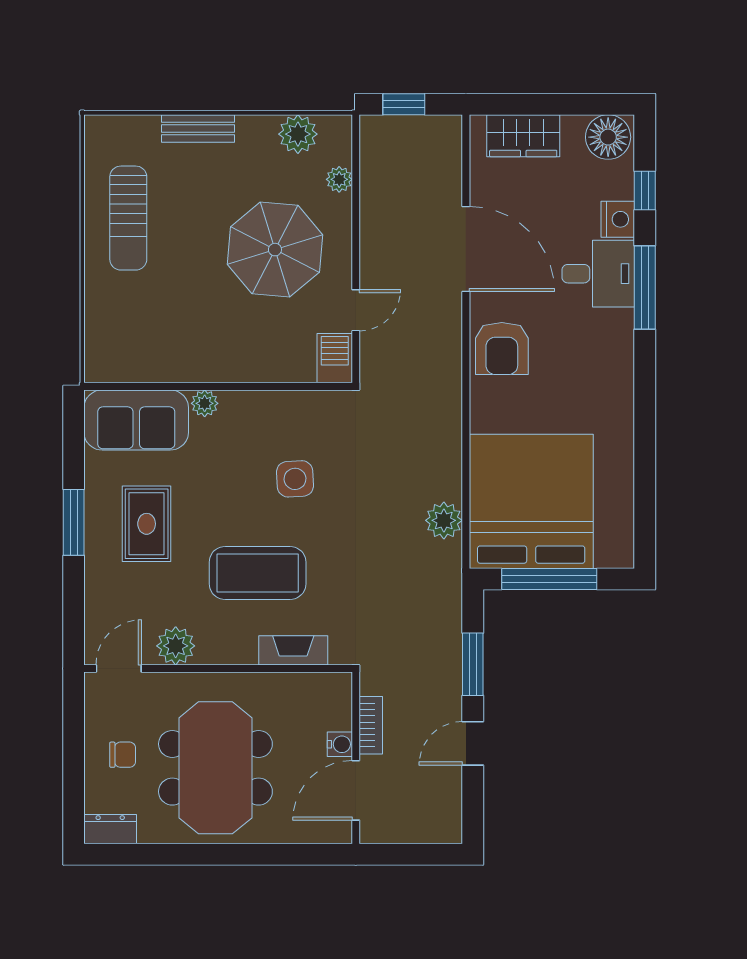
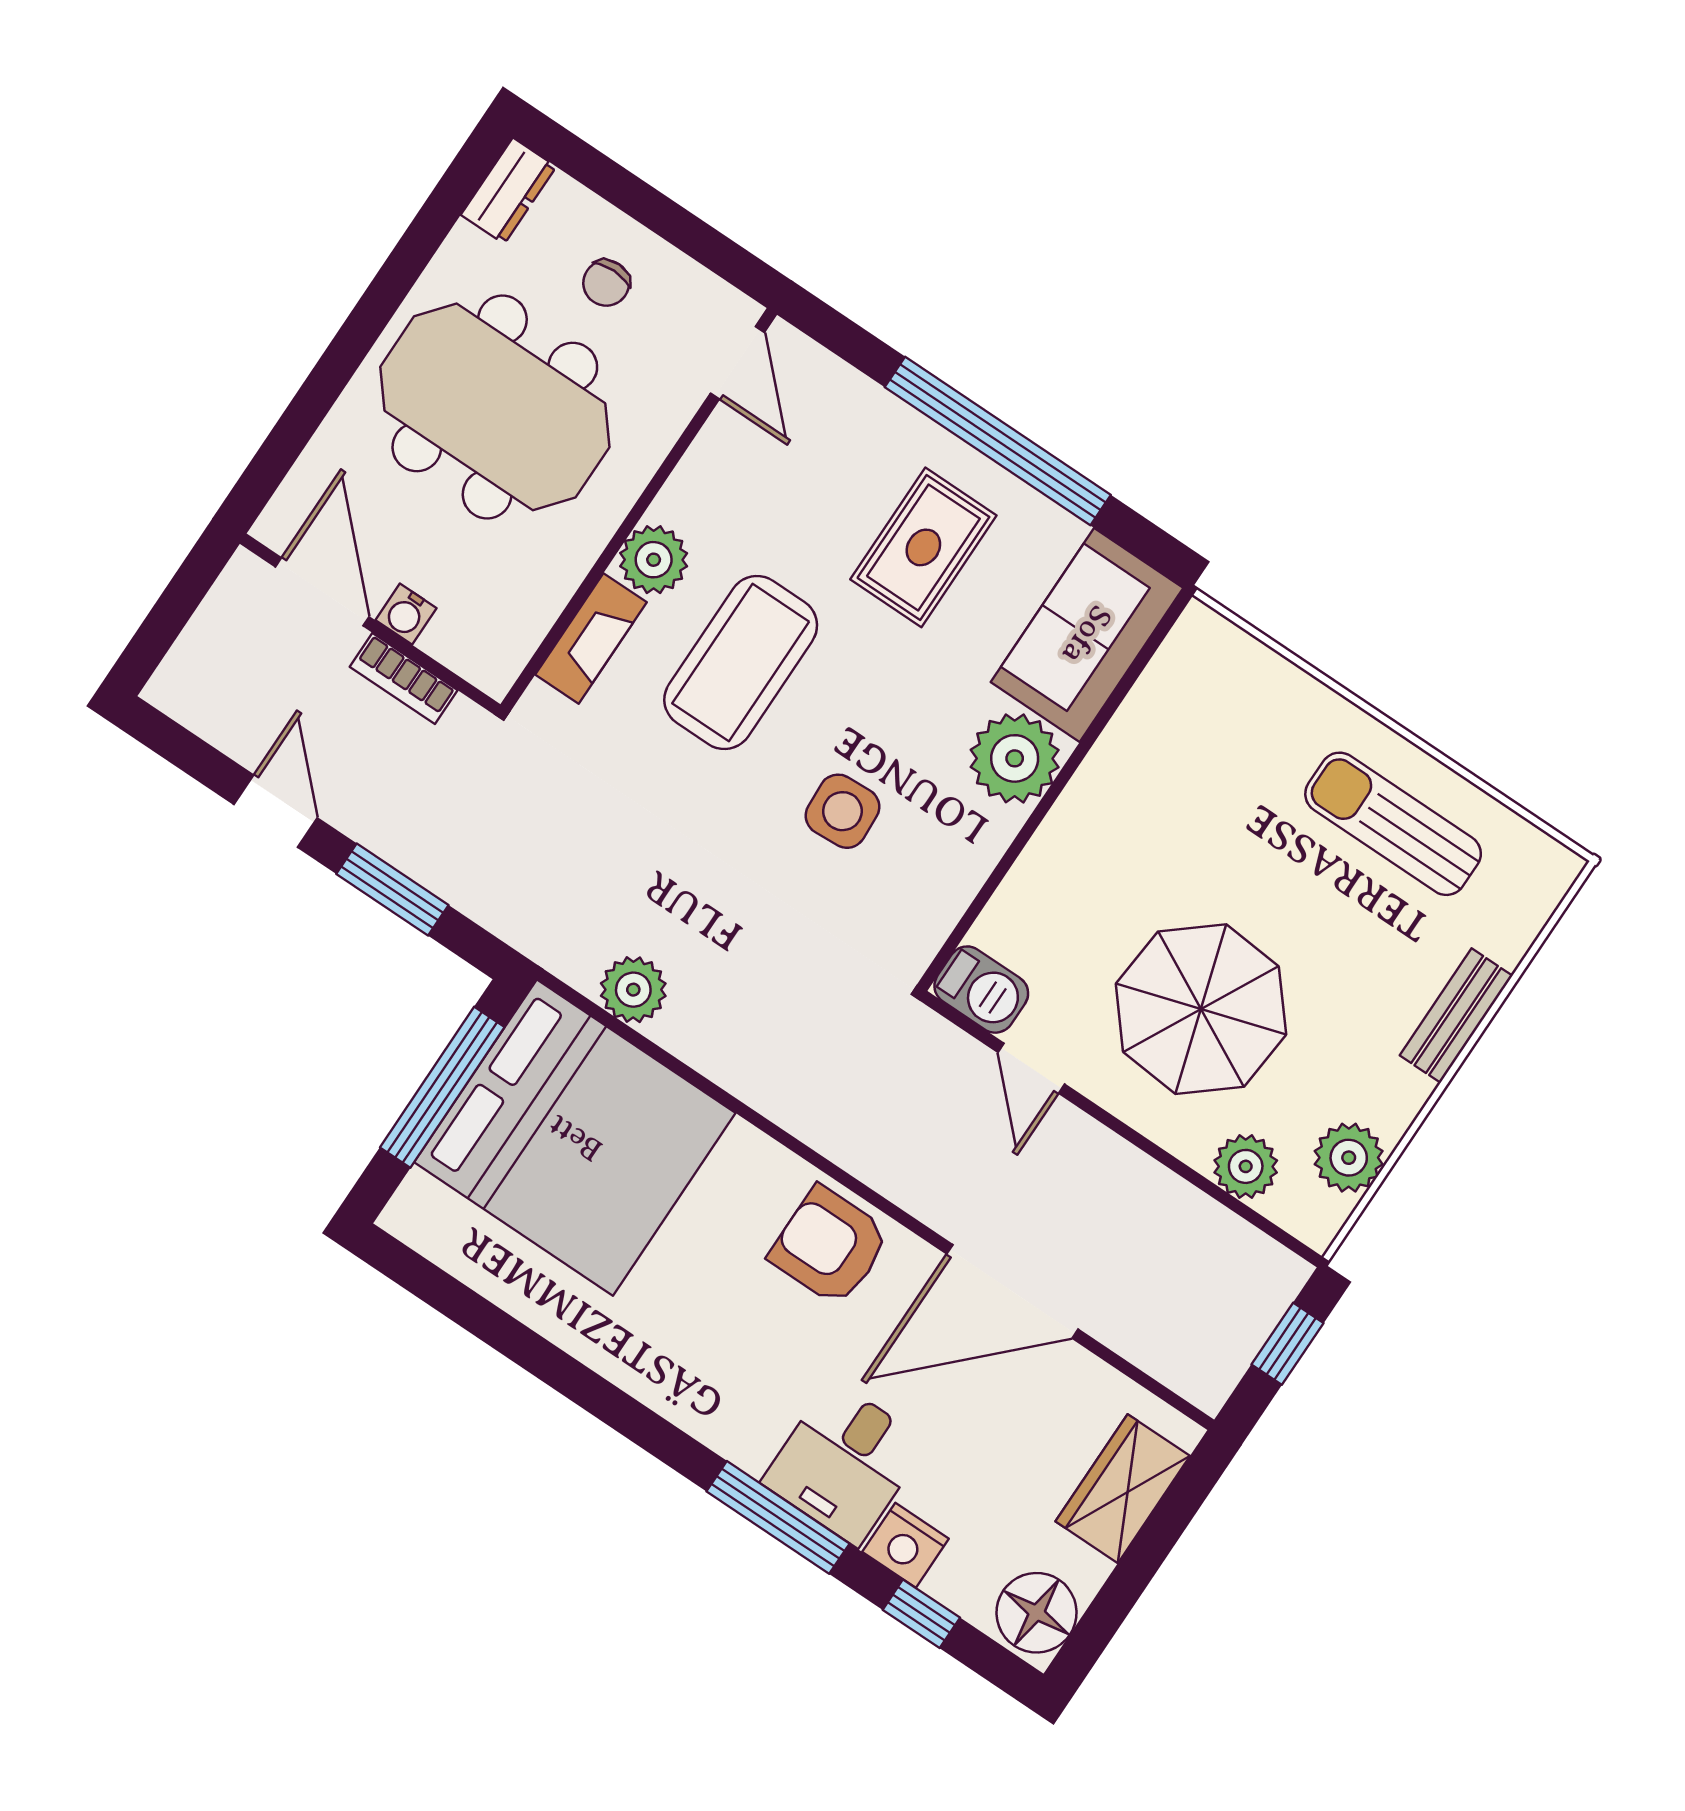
plant: (339, 179) -> (1246, 1166), width x1.38, depth x1.38
plant: (205, 403) -> (1015, 758), width x1.87, depth x1.87
window: (74, 522) -> (998, 441), width x2.11
rug: (147, 524) -> (923, 547), turned 90
plant: (176, 646) -> (654, 560), moved

